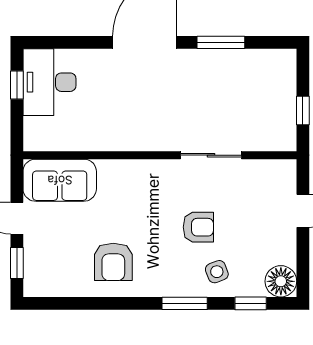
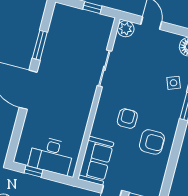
desk: (49, 82) -> (51, 156), moved
plant: (283, 173) -> (126, 29), added
armchair: (198, 227) -> (127, 119), moved

